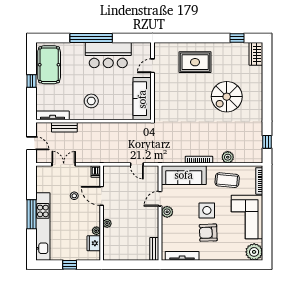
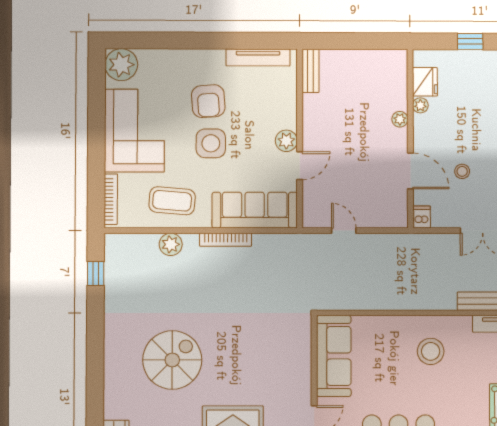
armchair: (208, 233) -> (208, 101), turned 88

